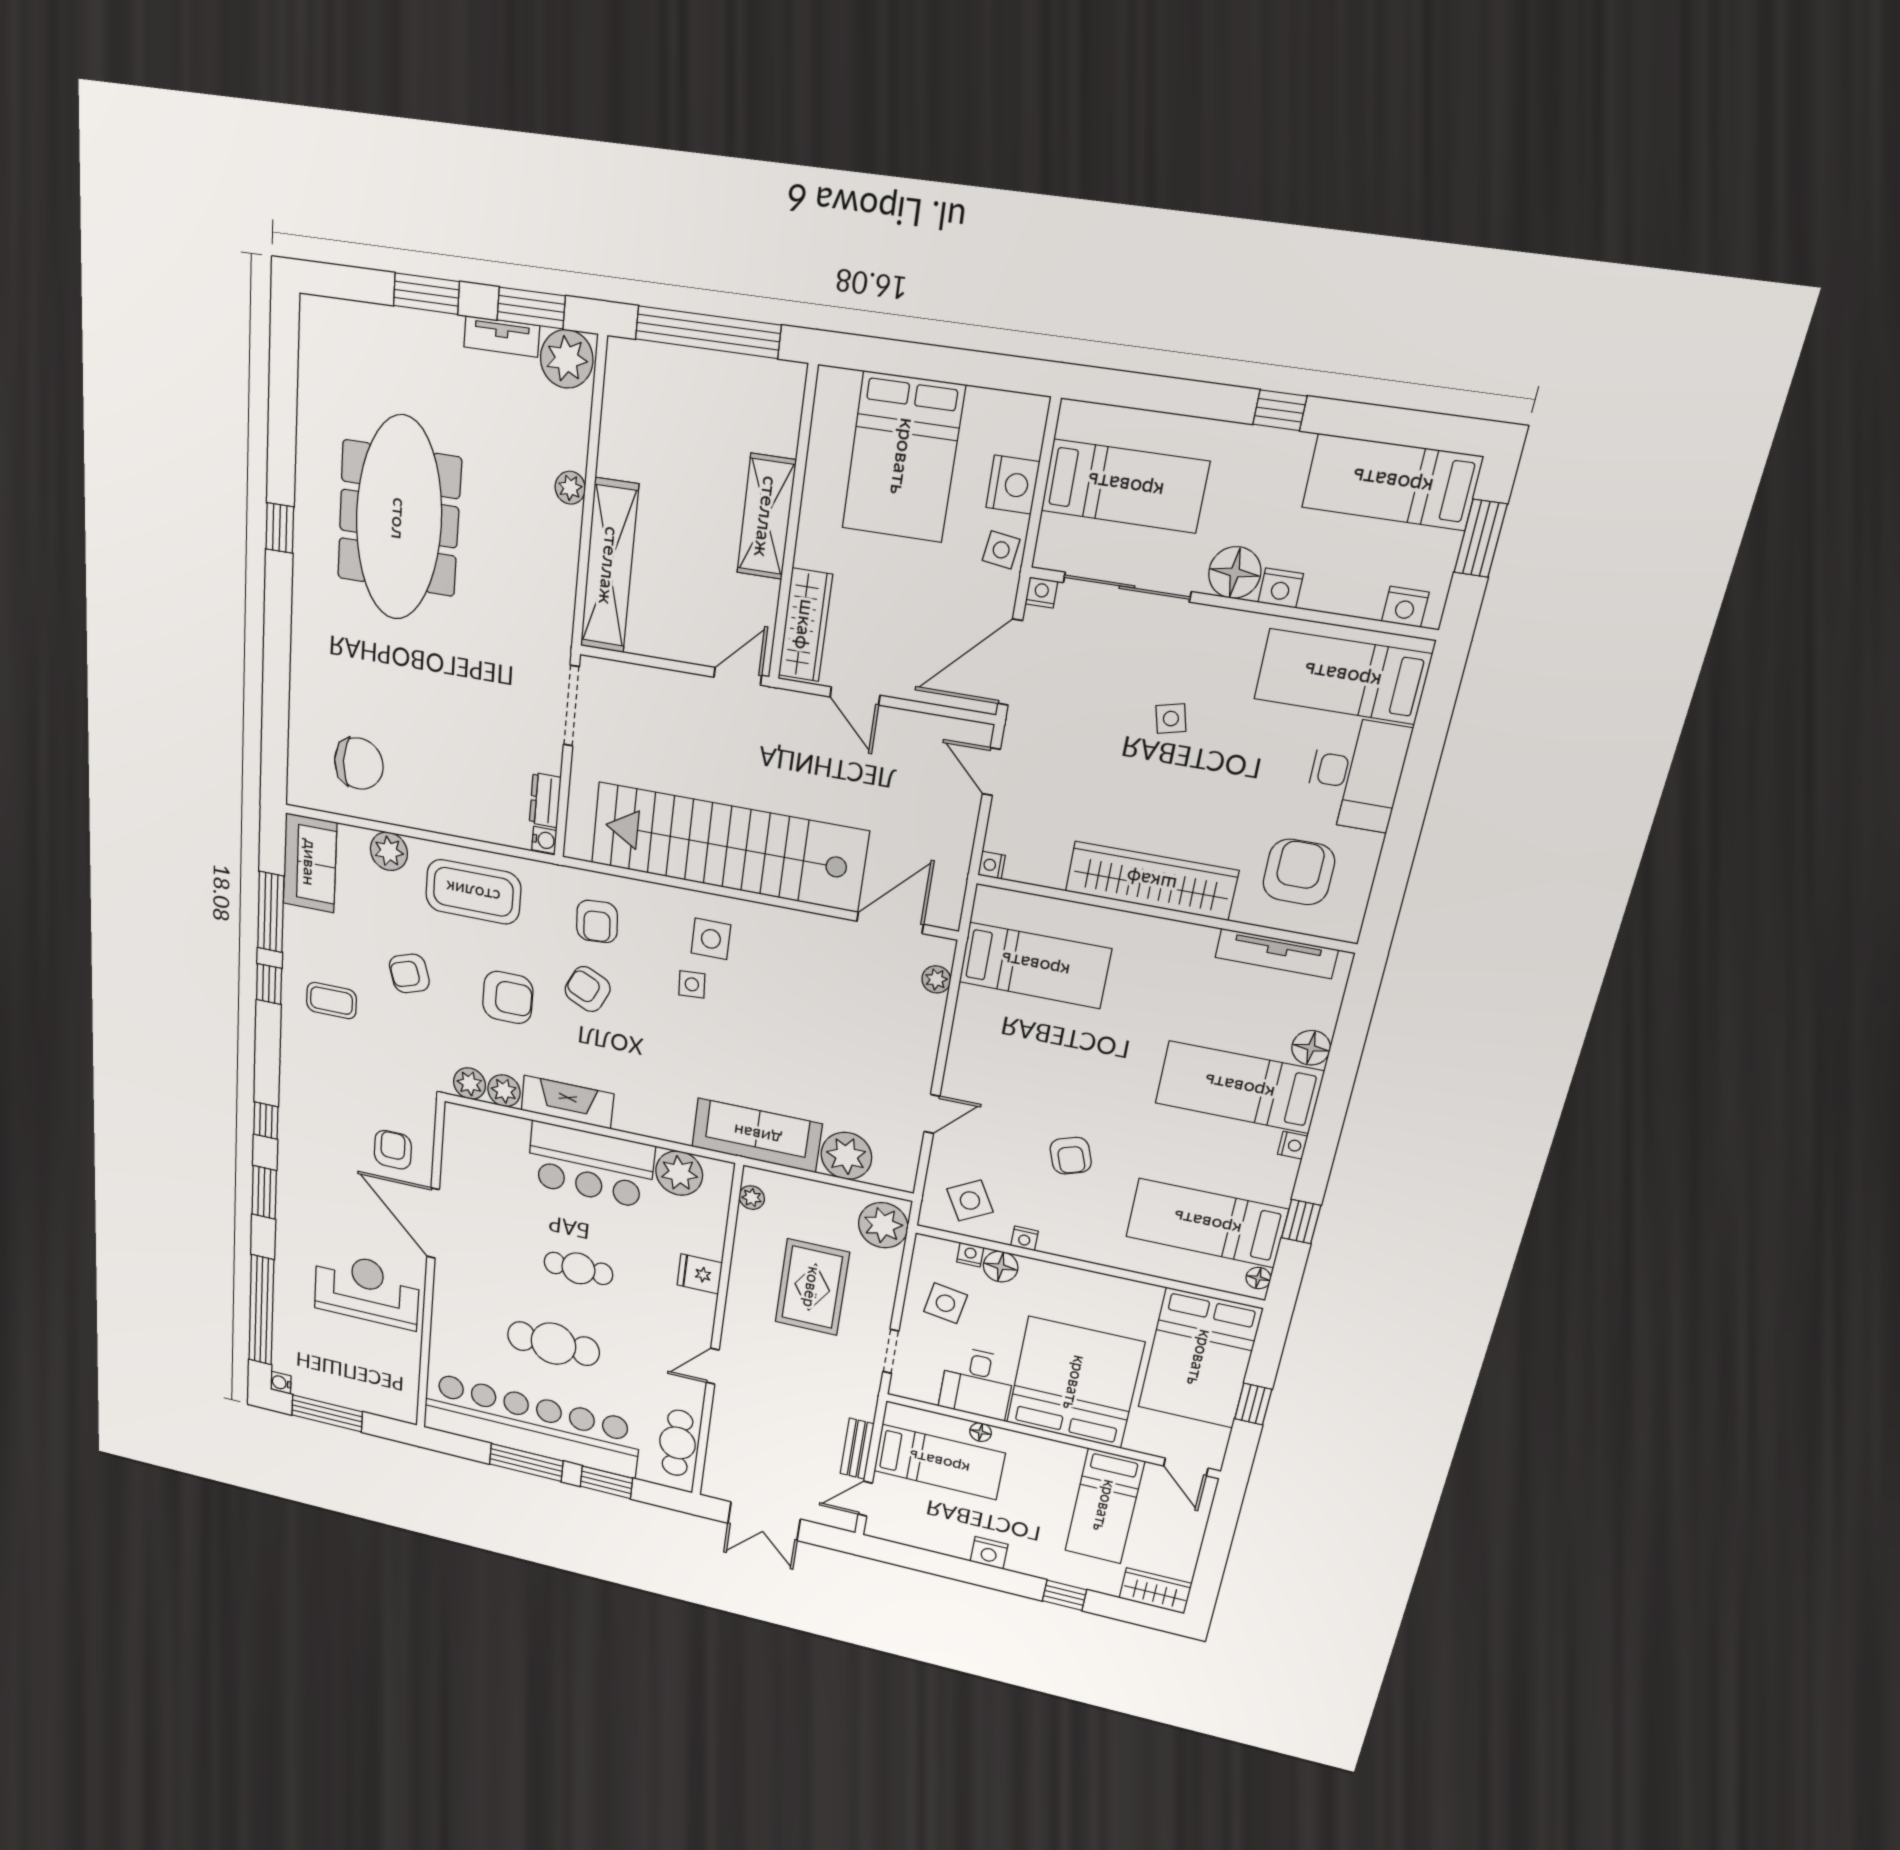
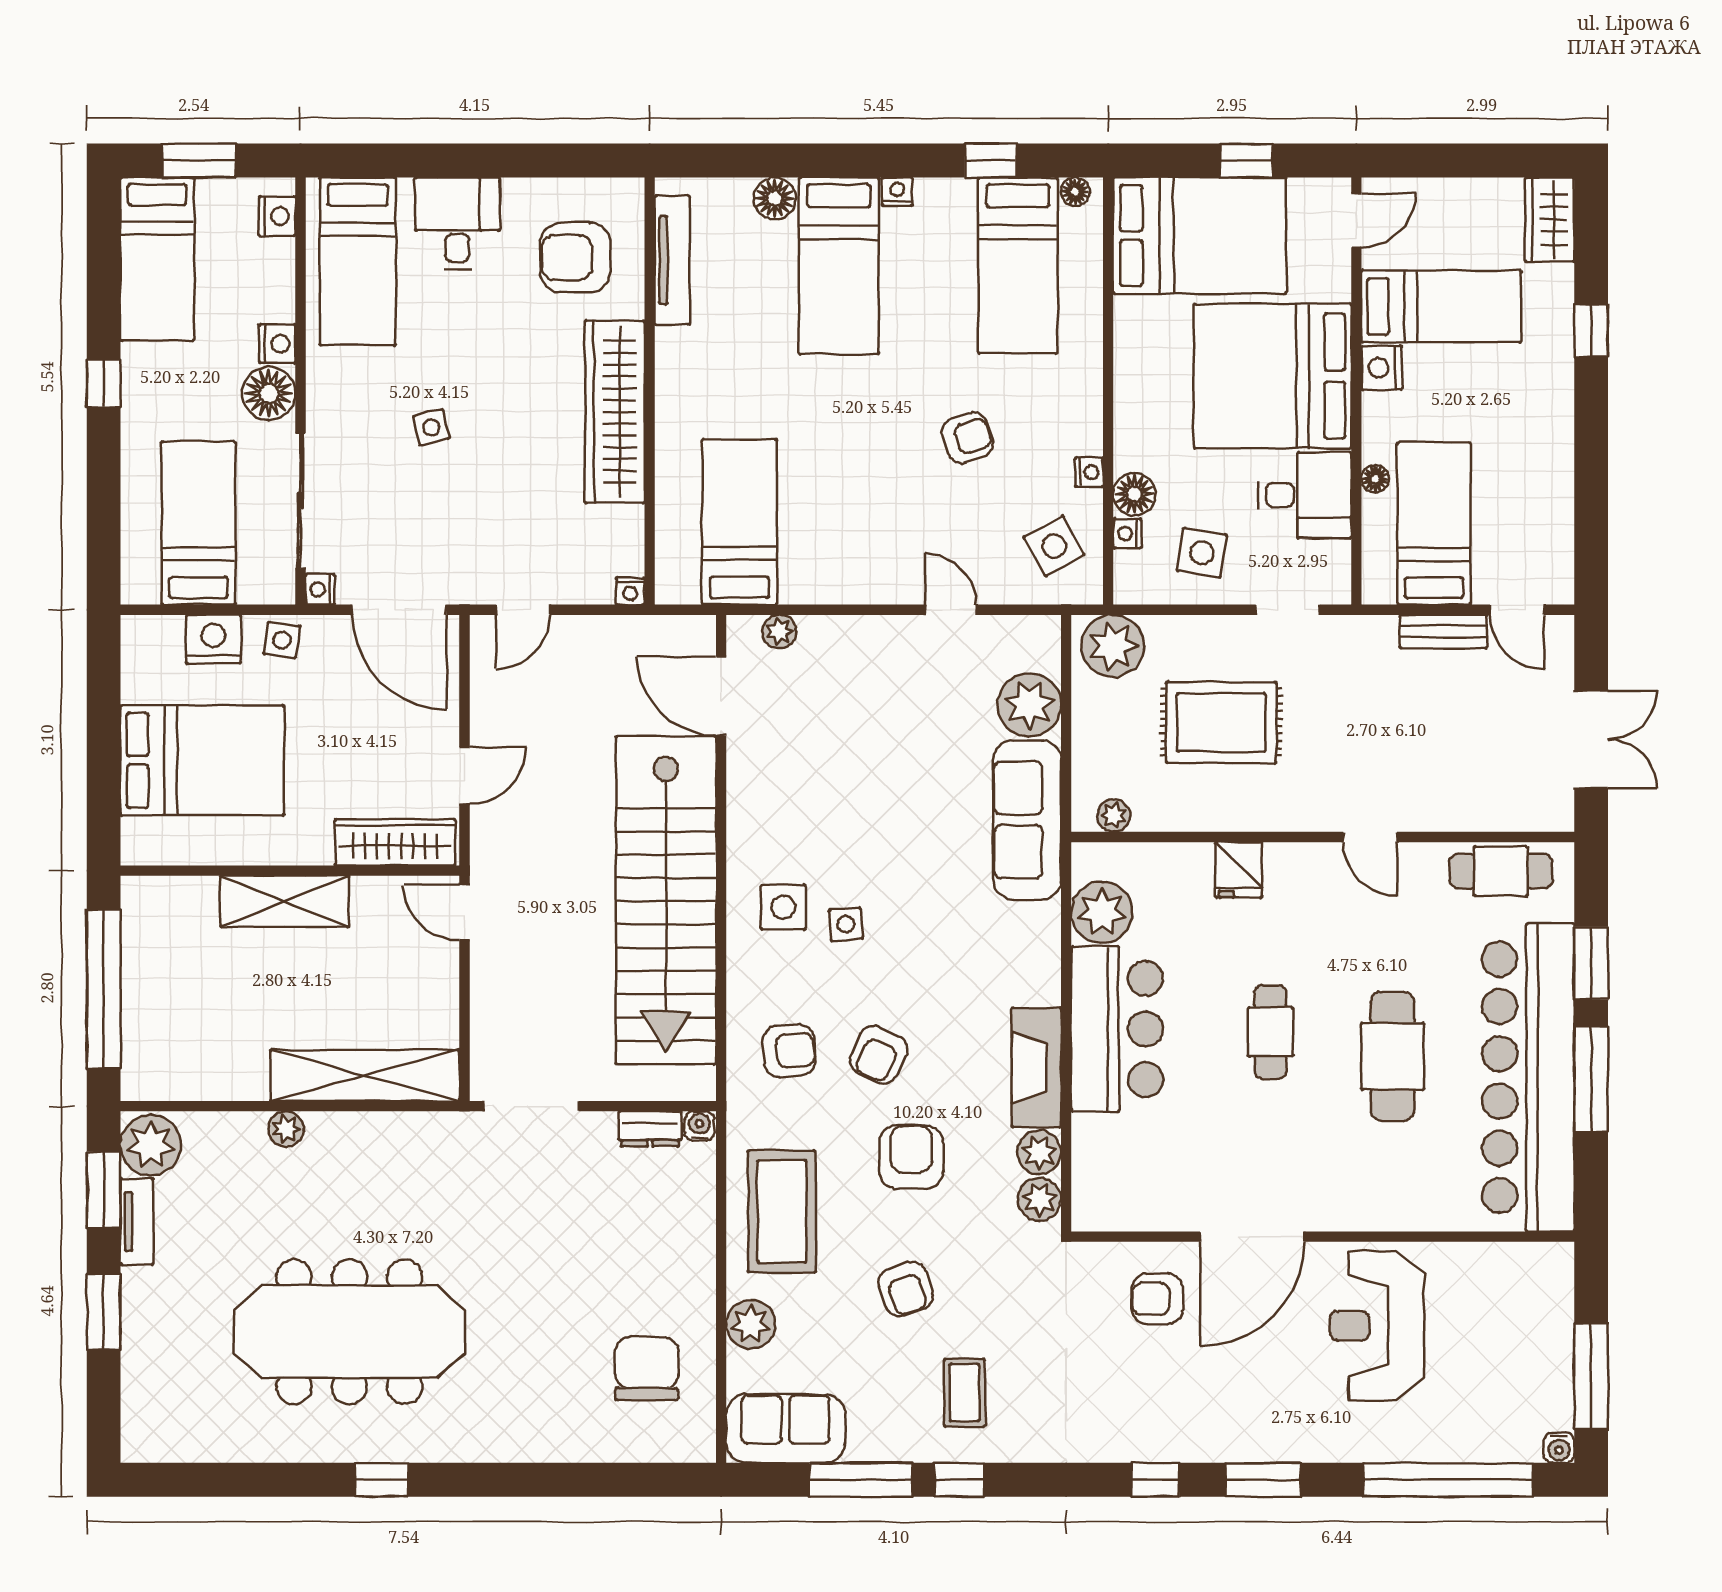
desk: (1356, 774) -> (457, 223), width x0.73
nightstand: (989, 1553) -> (1382, 368), moved, turned 180

